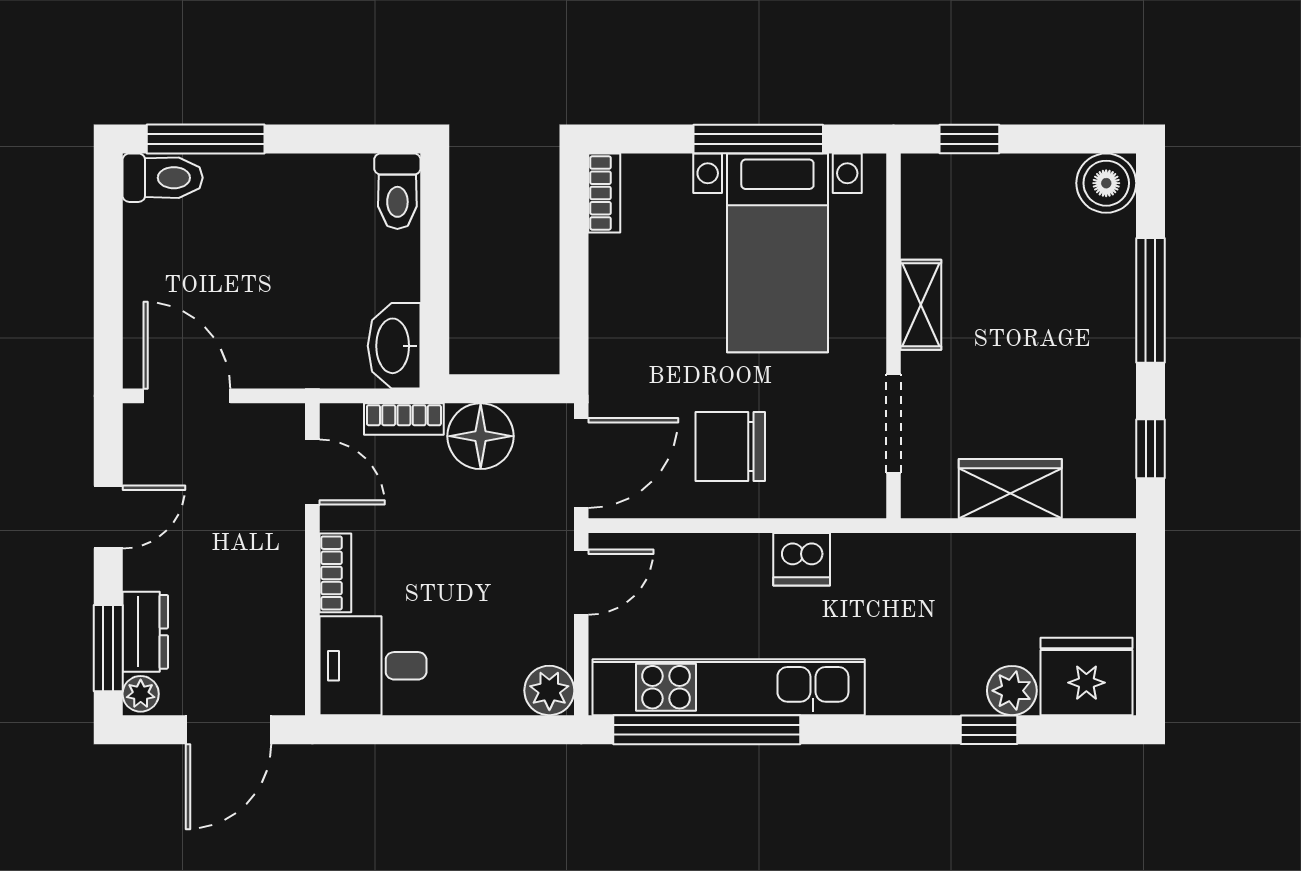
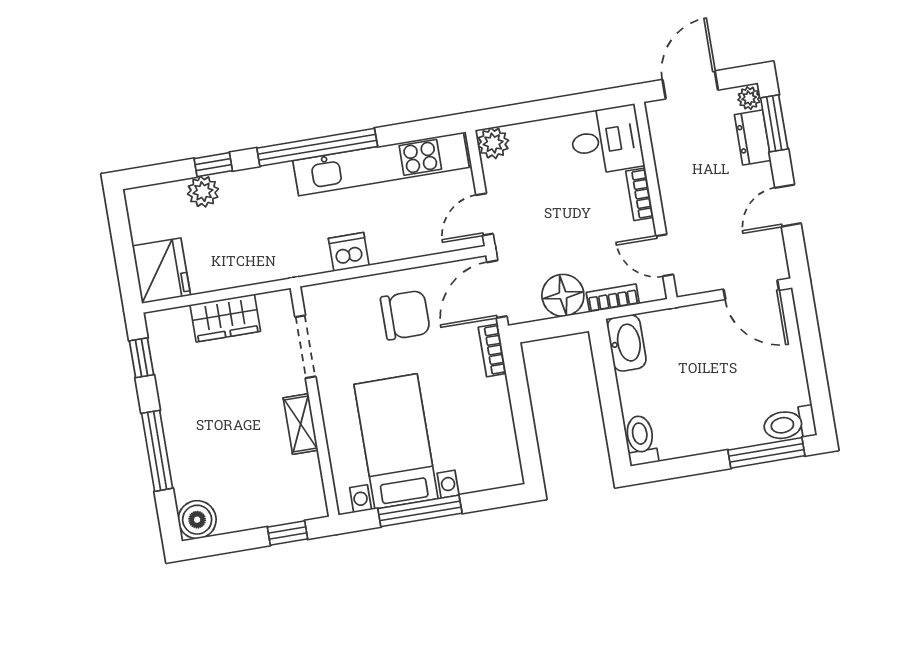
bookcase: (604, 193) -> (492, 350), moved
fridge: (1086, 676) -> (161, 271), moved, turned -90
window: (707, 730) -> (317, 147), moved

